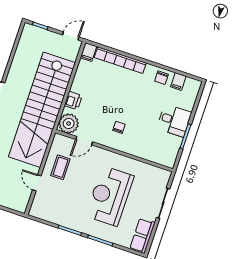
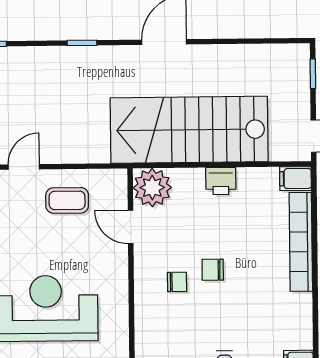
chair: (161, 78) -> (213, 270), moved
printer: (73, 101) -> (221, 181), moved
stairs: (42, 110) -> (189, 130), width x0.73

